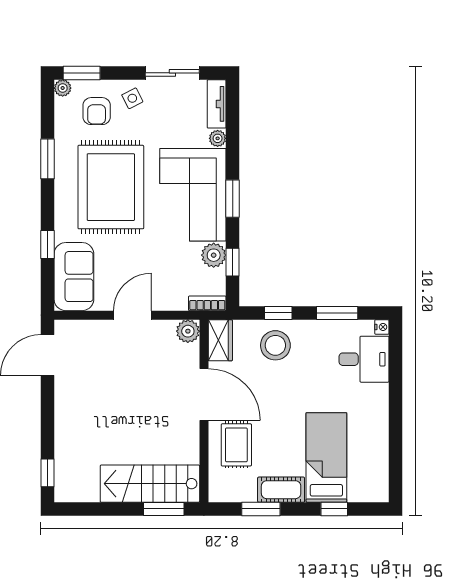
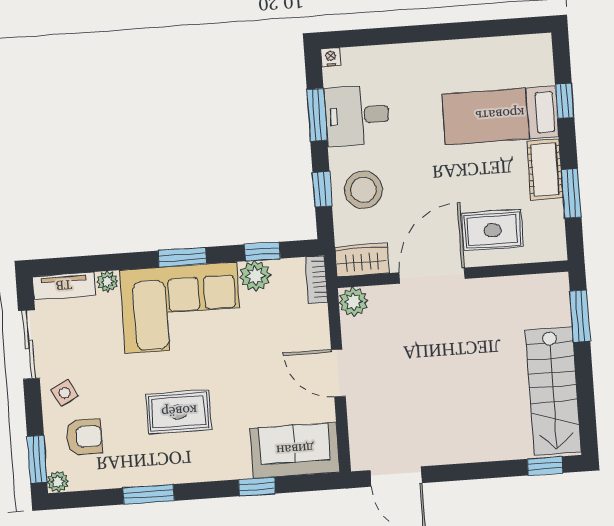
rug: (111, 187) -> (179, 412), width x0.54, depth x0.49
desk: (364, 359) -> (357, 115), moved, turned -90
stairs: (150, 484) -> (553, 391), moved

